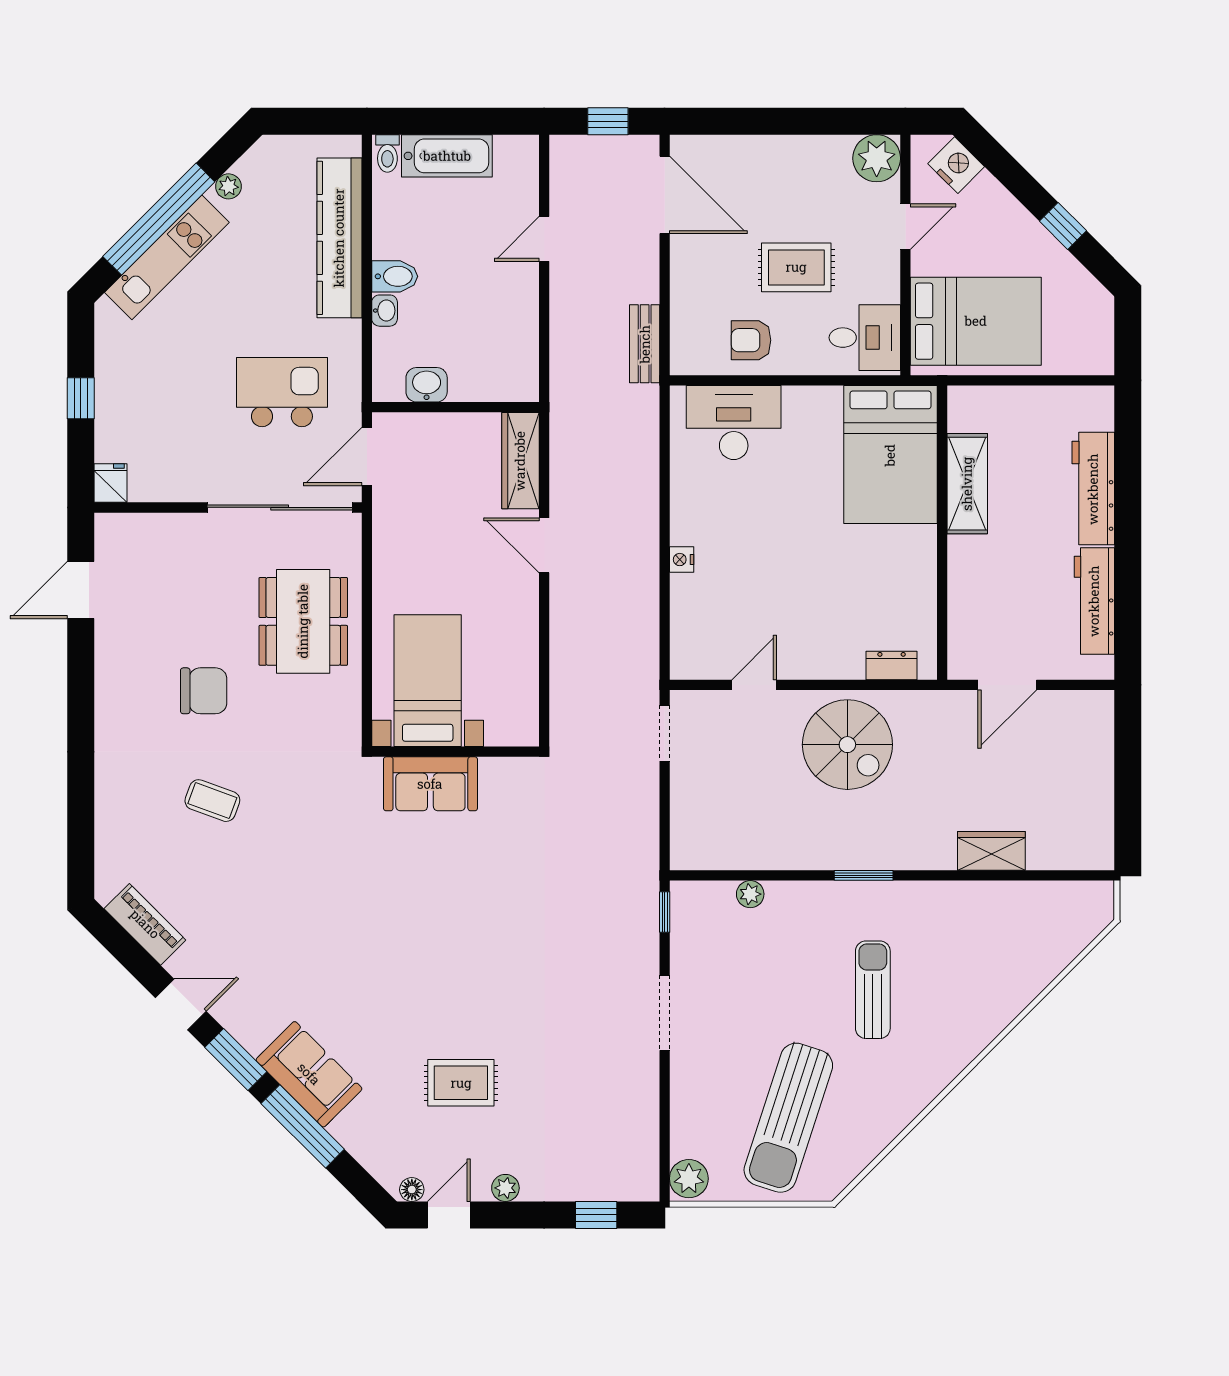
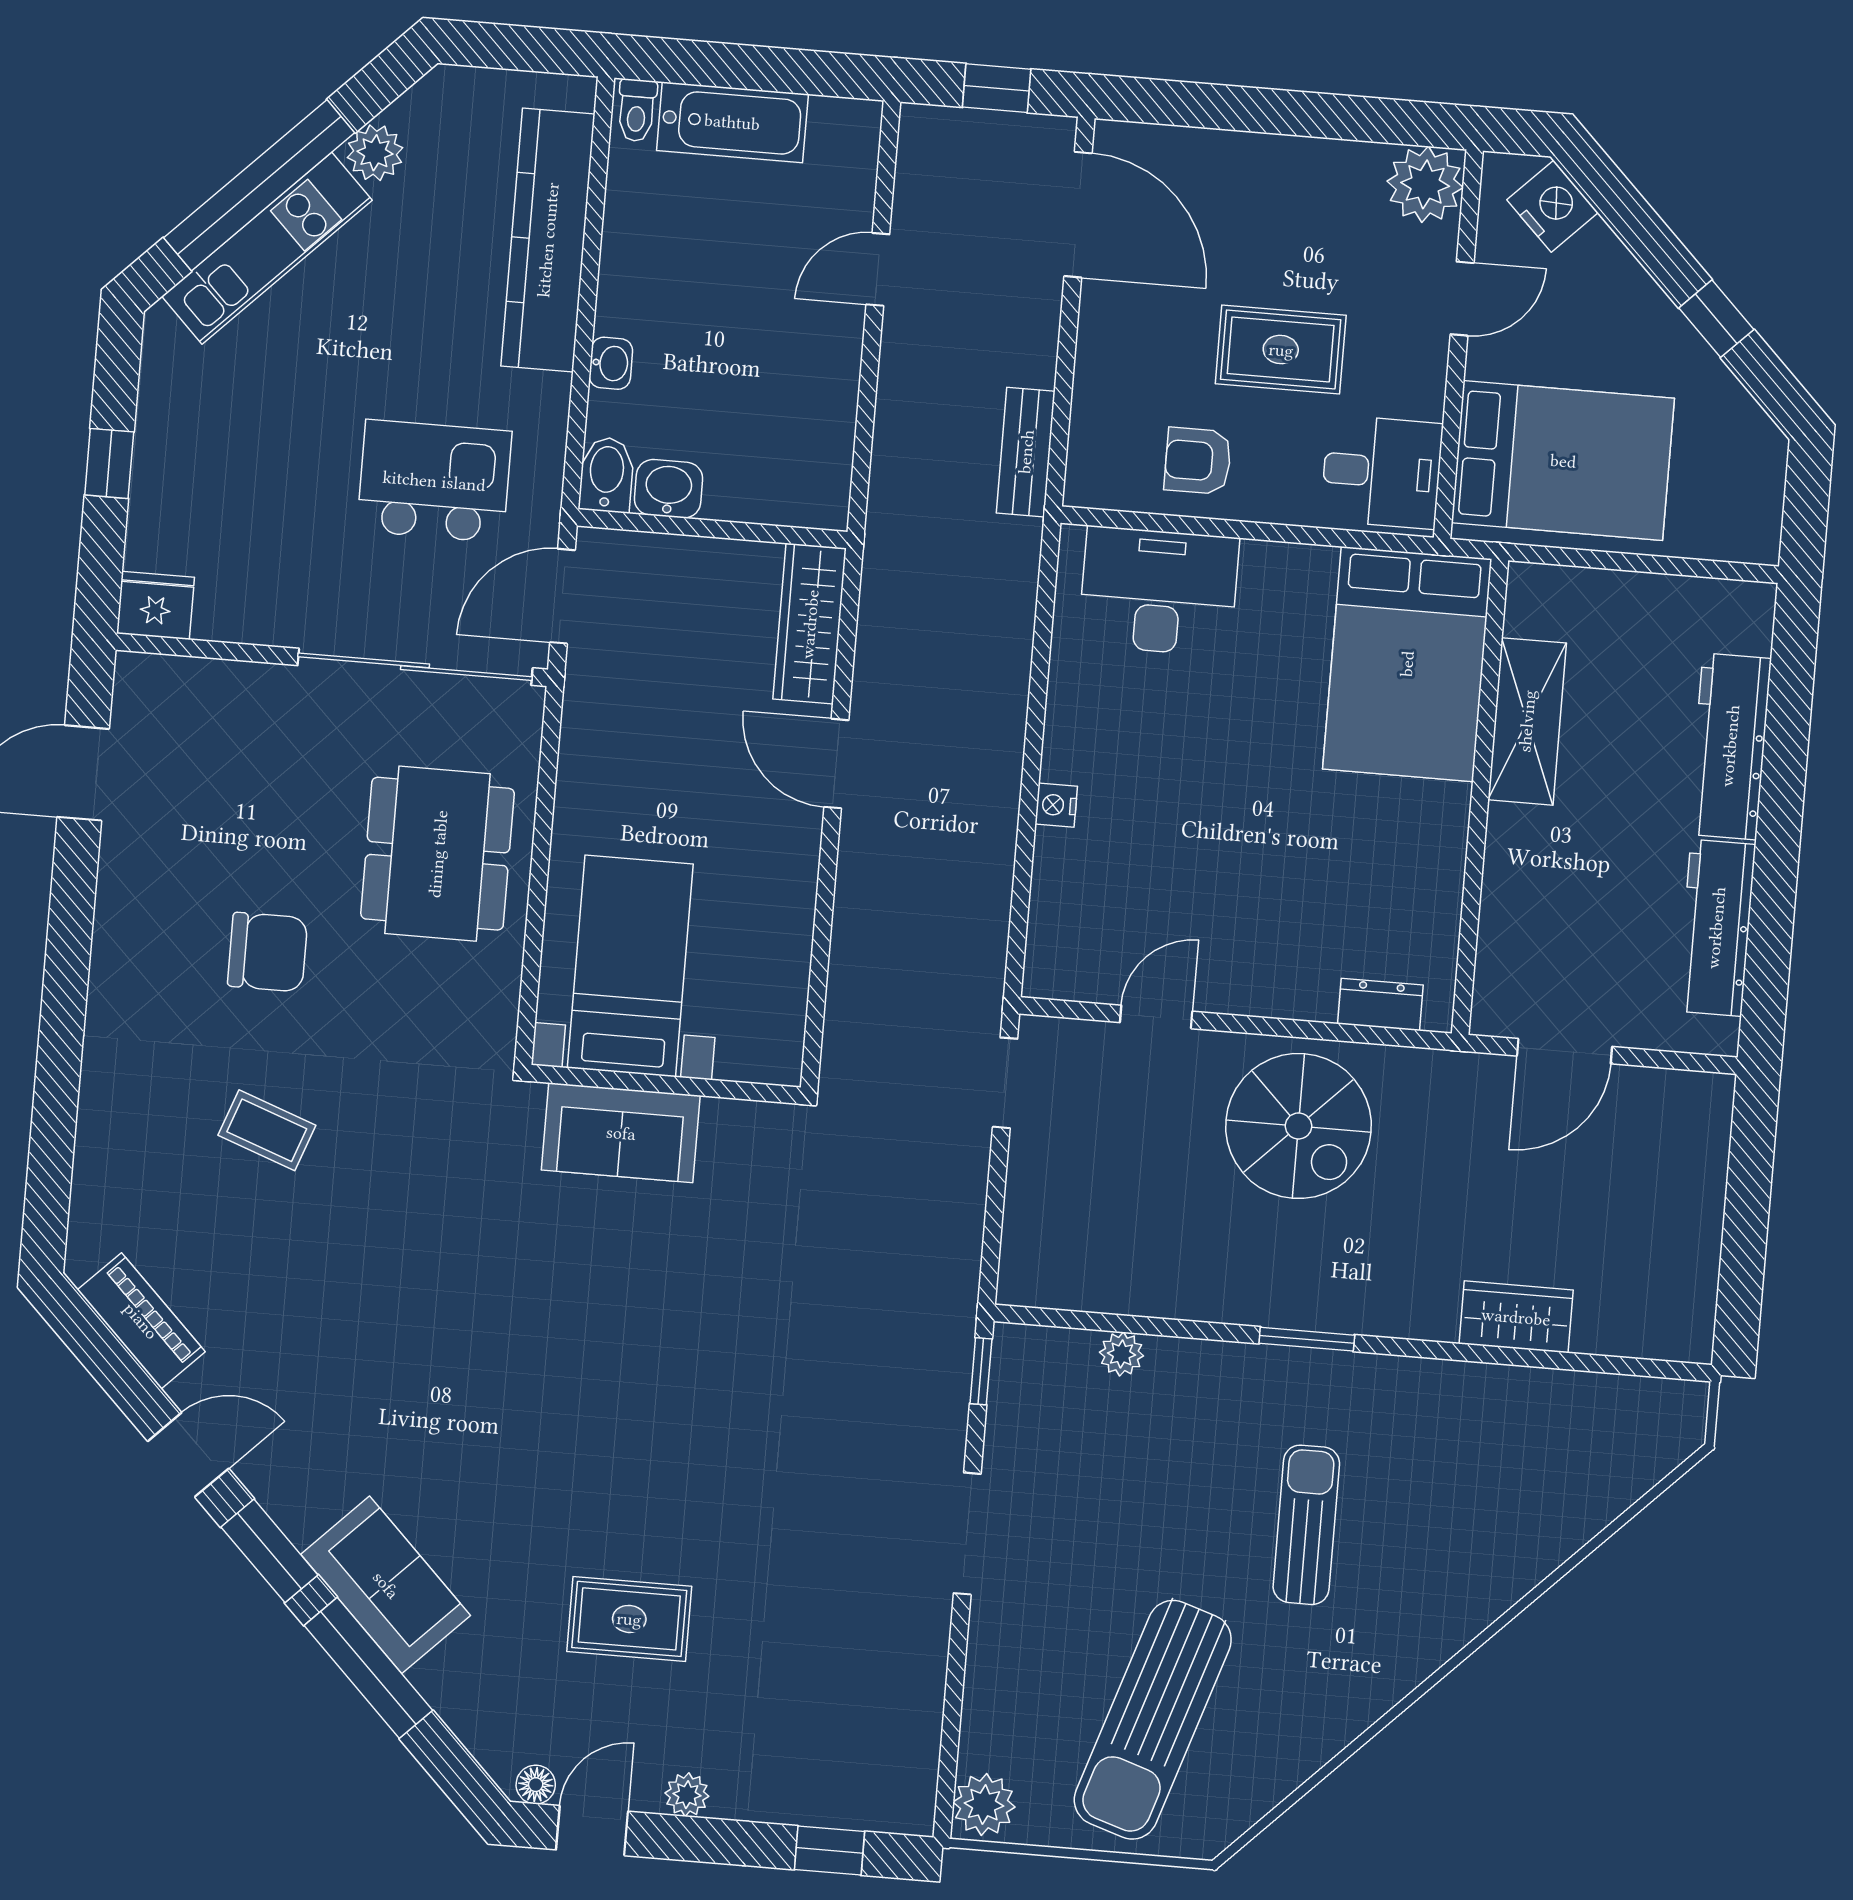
plant: (228, 186) -> (375, 153), width x1.38, depth x1.38
bidet: (395, 276) -> (606, 475), moved, turned -90
fridge: (110, 483) -> (156, 605), width x1.38

